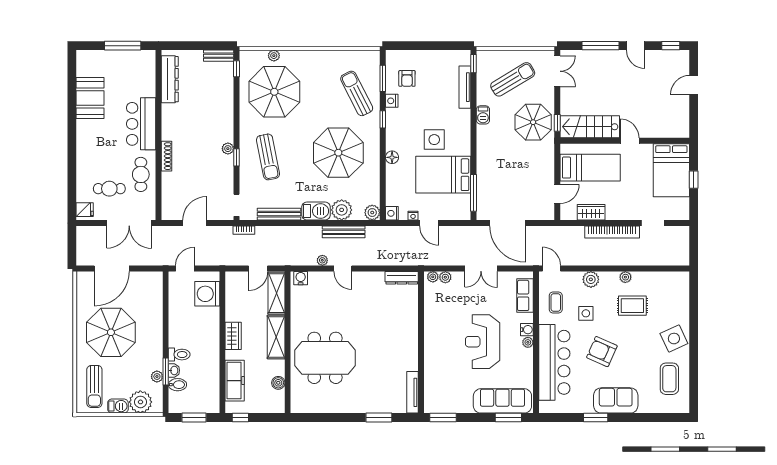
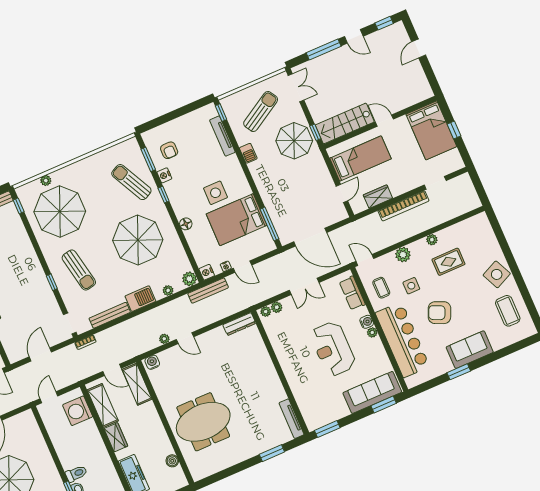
plant: (228, 149) -> (41, 278), removed
plant: (342, 210) -> (168, 290), width x0.53, depth x0.53
bench: (344, 232) -> (208, 291), moved
door: (258, 268) -> (112, 370), hinge flipped
shelving: (276, 337) -> (103, 405), moved

